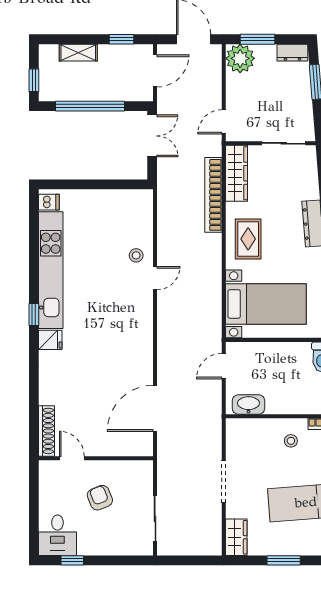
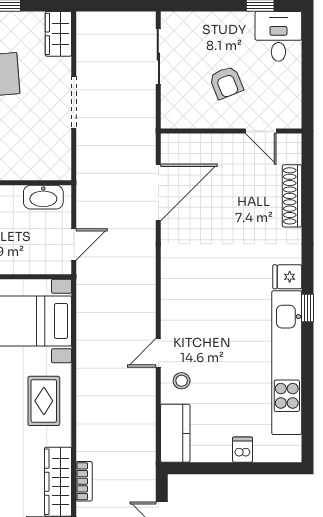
bookcase: (213, 195) -> (84, 481), width x0.43, depth x0.76
dishwasher: (49, 202) -> (243, 450), moved, turned 90
kitchen counter: (141, 213) -> (175, 433), added
shoe rack: (46, 431) -> (292, 196), moved

